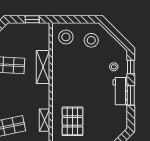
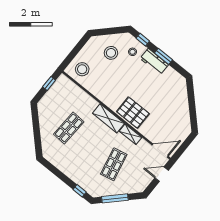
stool: (91, 40) -> (111, 53), moved
shelving: (43, 67) -> (108, 118), moved
pallet: (73, 121) -> (133, 113), moved

